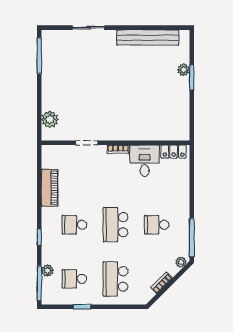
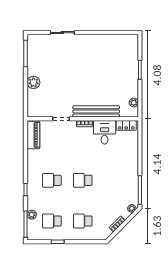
bench: (148, 37) -> (96, 111), moved
plant: (184, 70) -> (134, 103), moved
plant: (50, 119) -> (33, 82), moved
piano: (50, 188) -> (33, 135), moved
school desk: (116, 225) -> (83, 180), width x0.54
school desk: (157, 225) -> (114, 180), removed
school desk: (116, 279) -> (83, 221), width x0.54

